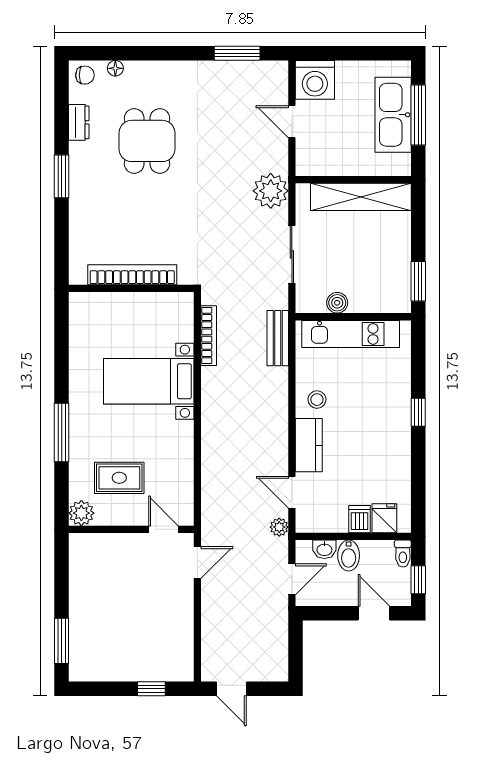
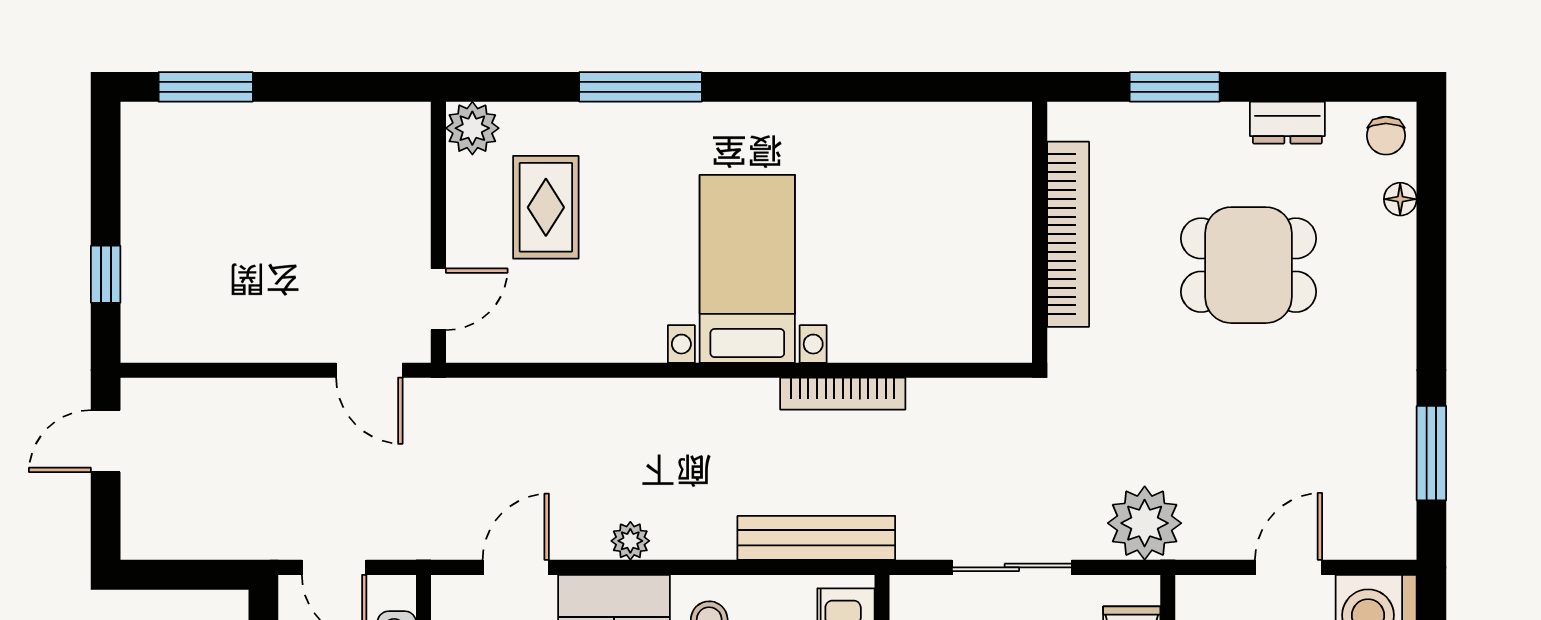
bookcase: (132, 275) -> (1068, 234), moved
wall: (131, 288) -> (1040, 232), moved
bench: (278, 338) -> (816, 538), width x1.36
plant: (279, 527) -> (630, 541), moved

